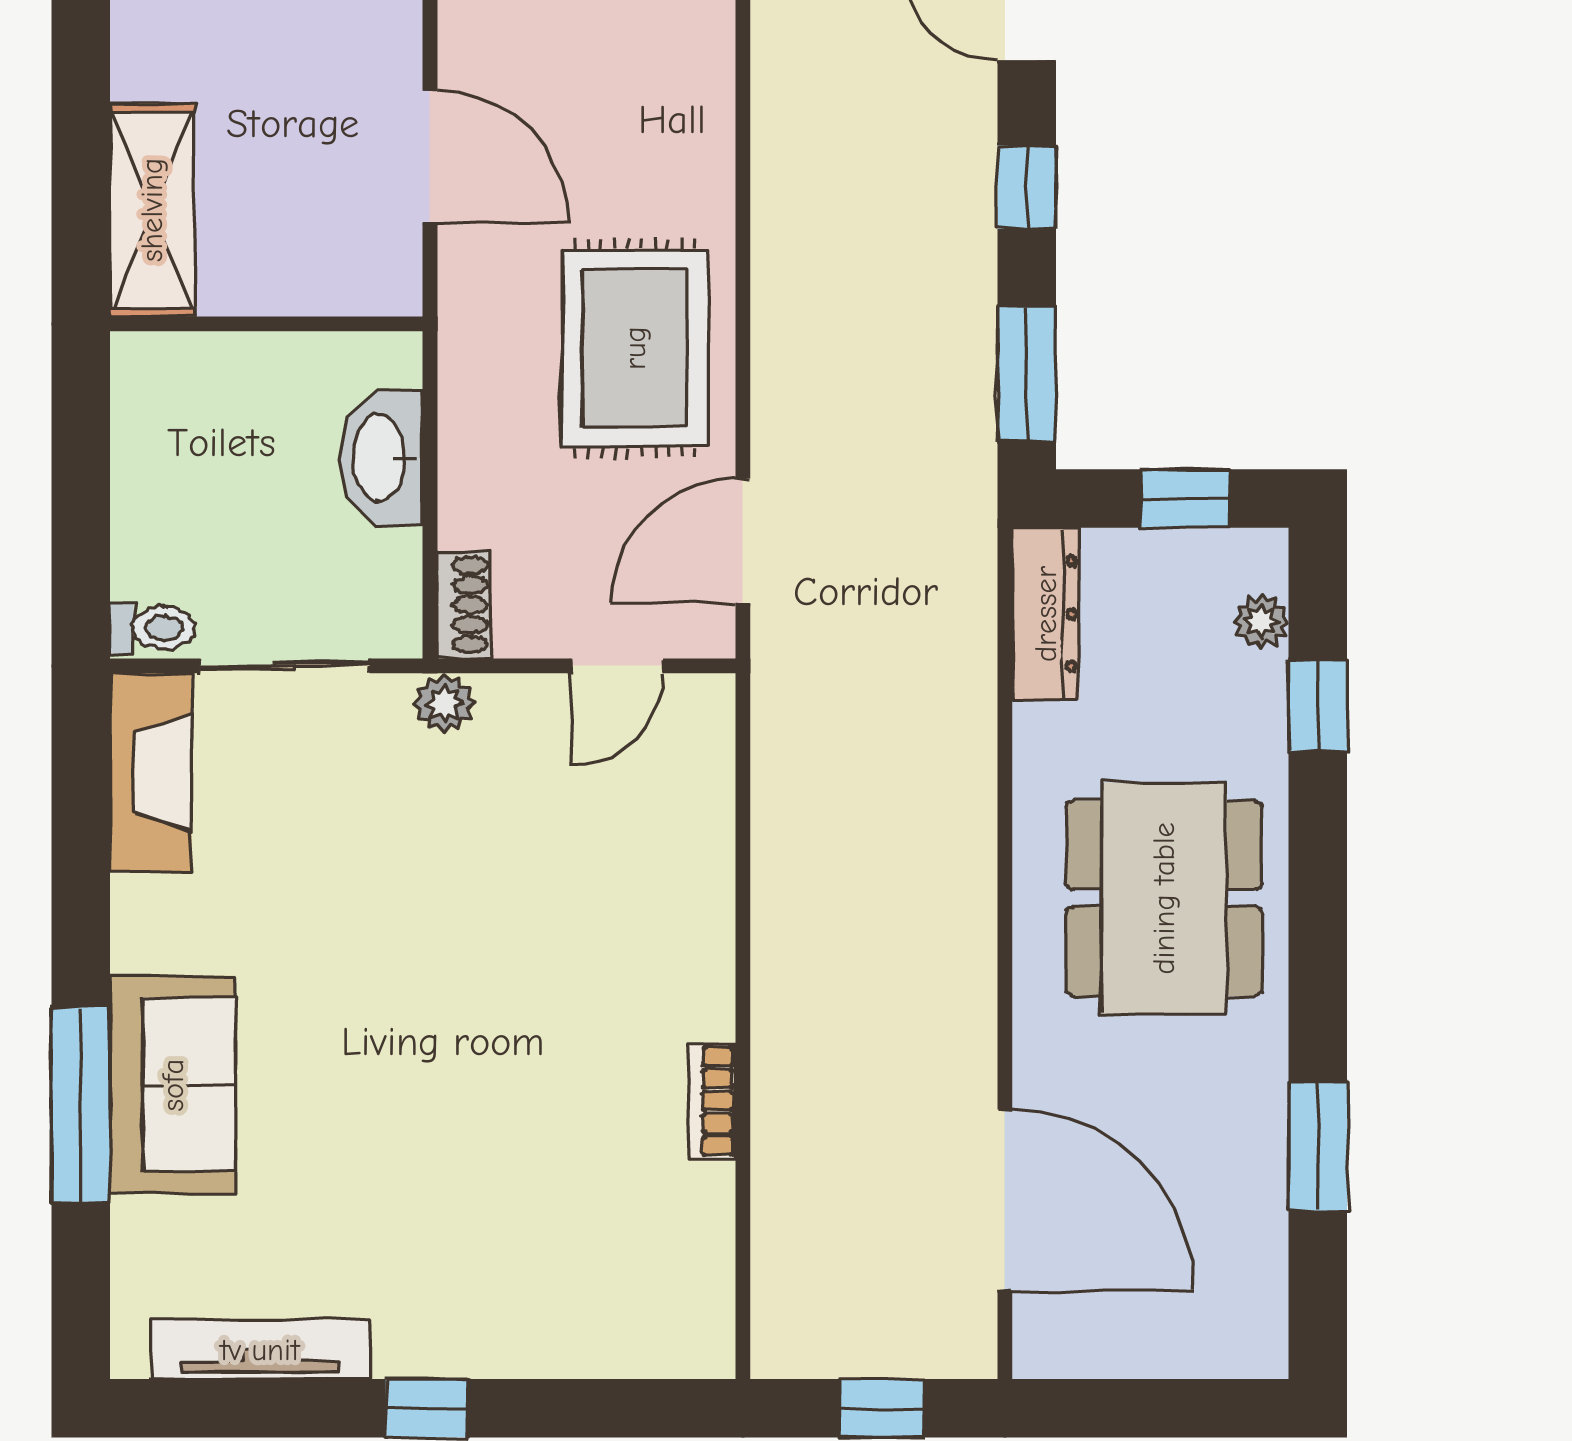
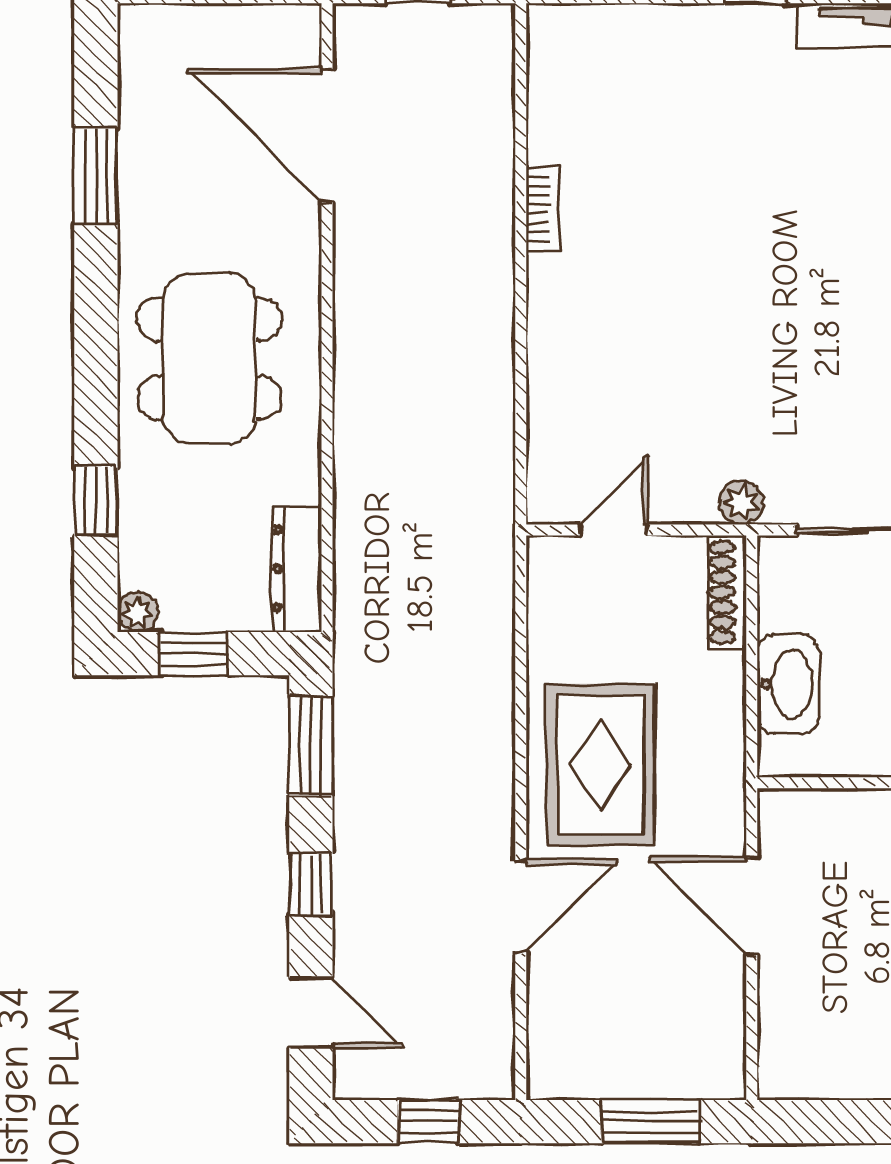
door: (743, 541) -> (521, 906), moved
shoe rack: (463, 605) -> (727, 592), width x1.43
plant: (1261, 621) -> (138, 612), moved

